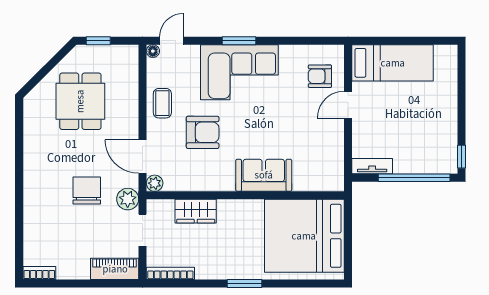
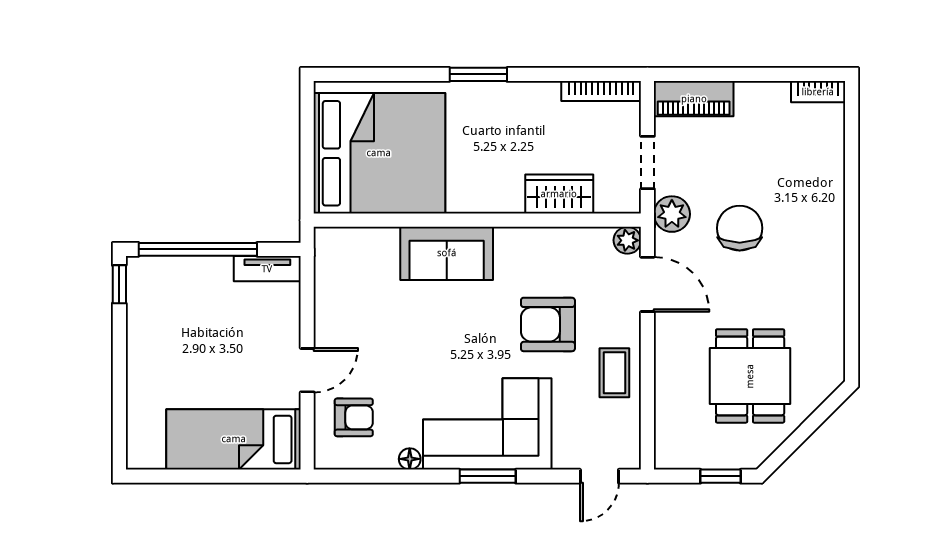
floor lamp: (153, 51) -> (410, 459), moved
chair: (87, 191) -> (740, 228), turned 180

